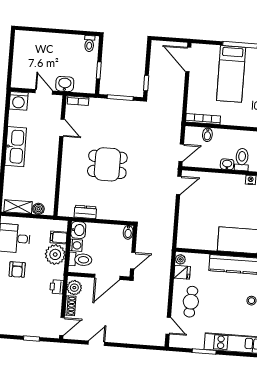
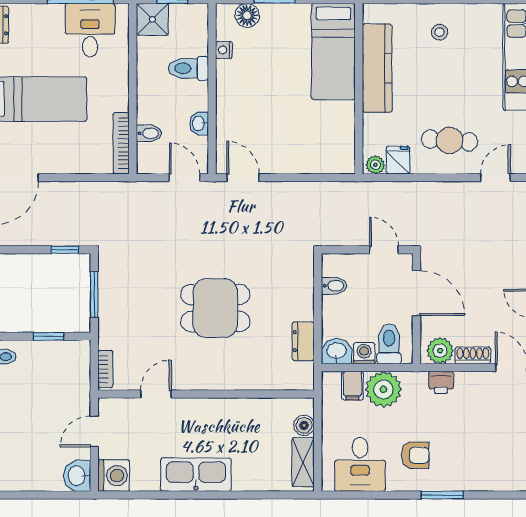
washbasin: (65, 84) -> (77, 476), moved
dining table: (107, 164) -> (215, 308), turned 90
washbasin: (227, 164) -> (199, 123), moved
bidet: (128, 232) -> (334, 286), moved

